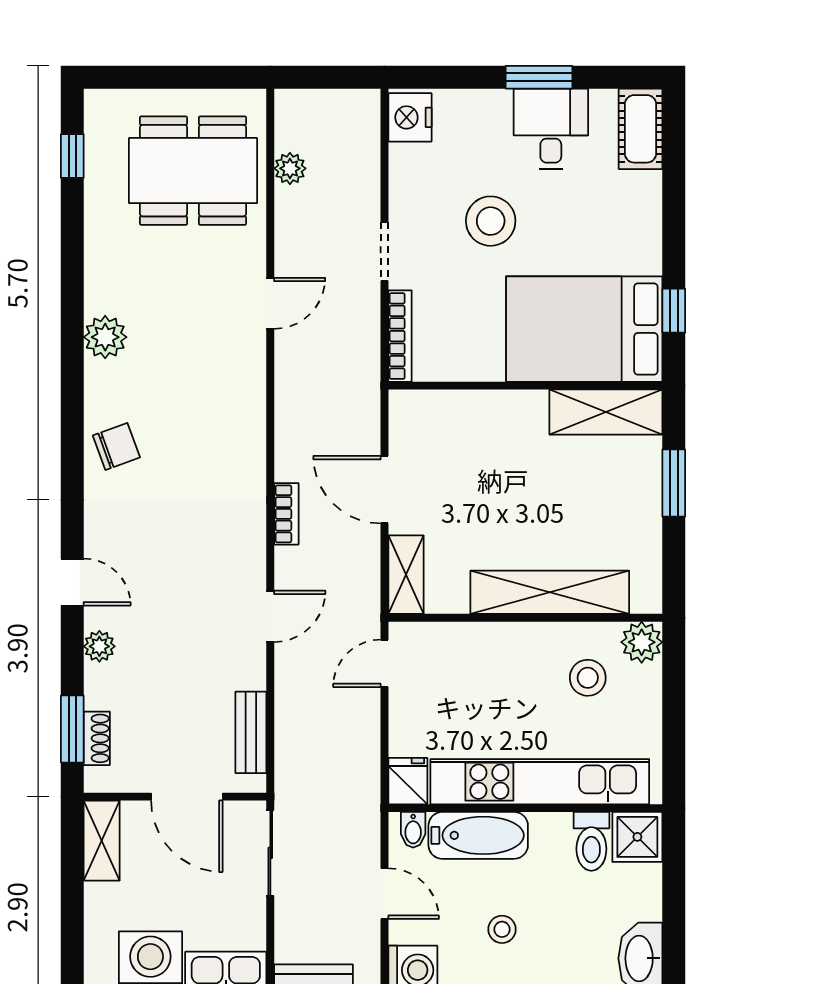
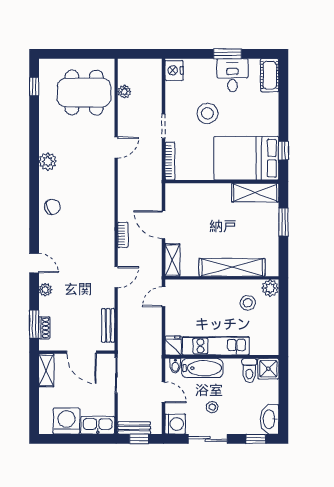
kitchen unit: (540, 782) -> (216, 346), width x0.73

